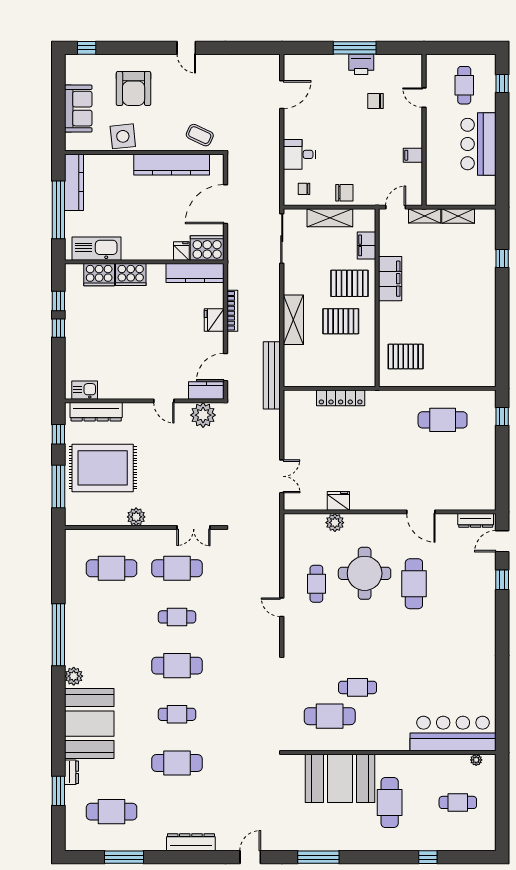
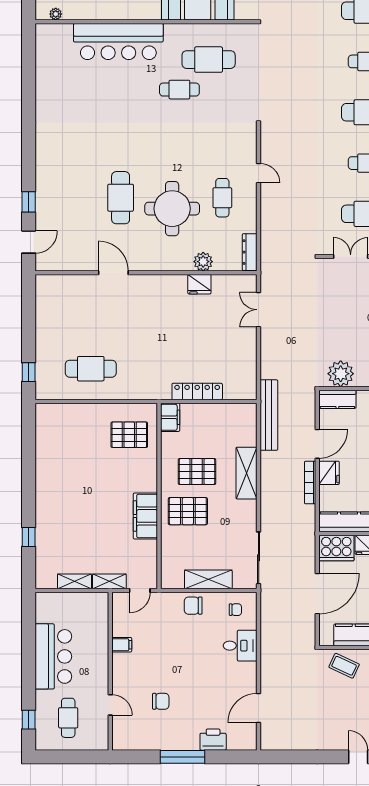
printer: (361, 64) -> (213, 740), moved
filing cabinet: (366, 245) -> (170, 417), moved
door: (226, 367) -> (317, 444), moved
dresser: (476, 520) -> (250, 252), moved, turned -90
bar counter: (453, 733) -> (118, 42), moved

